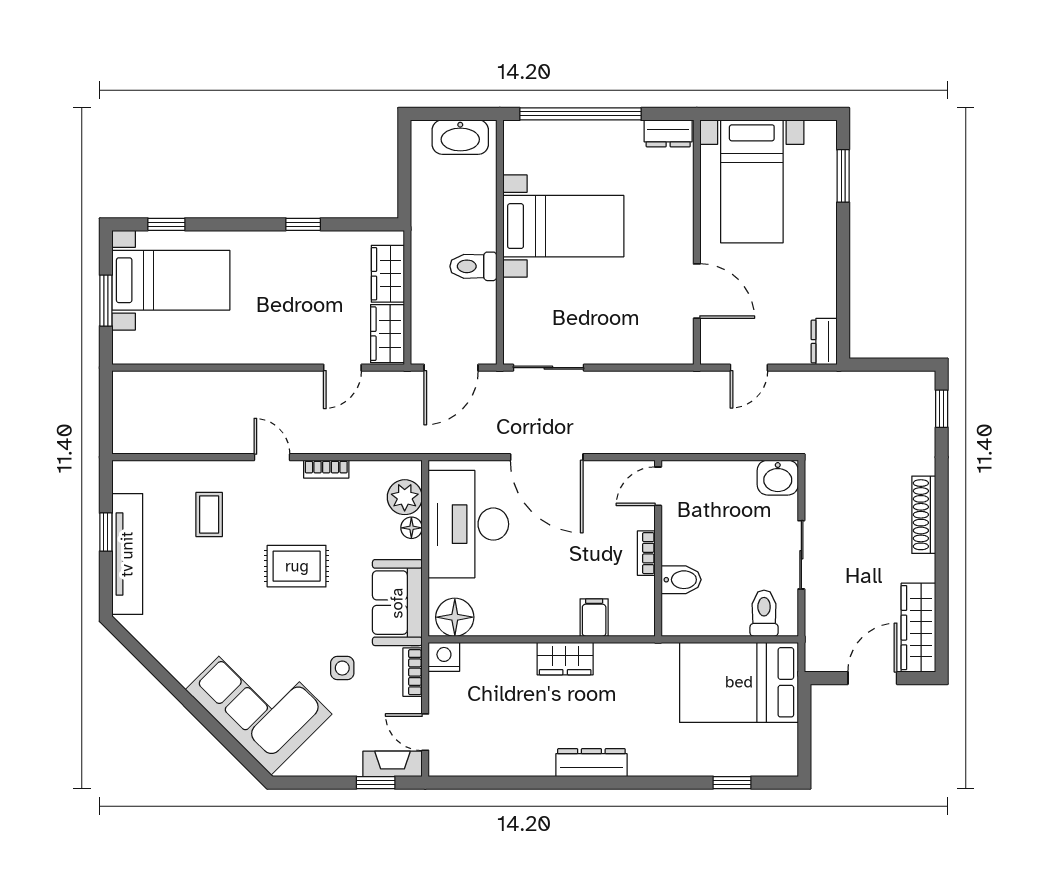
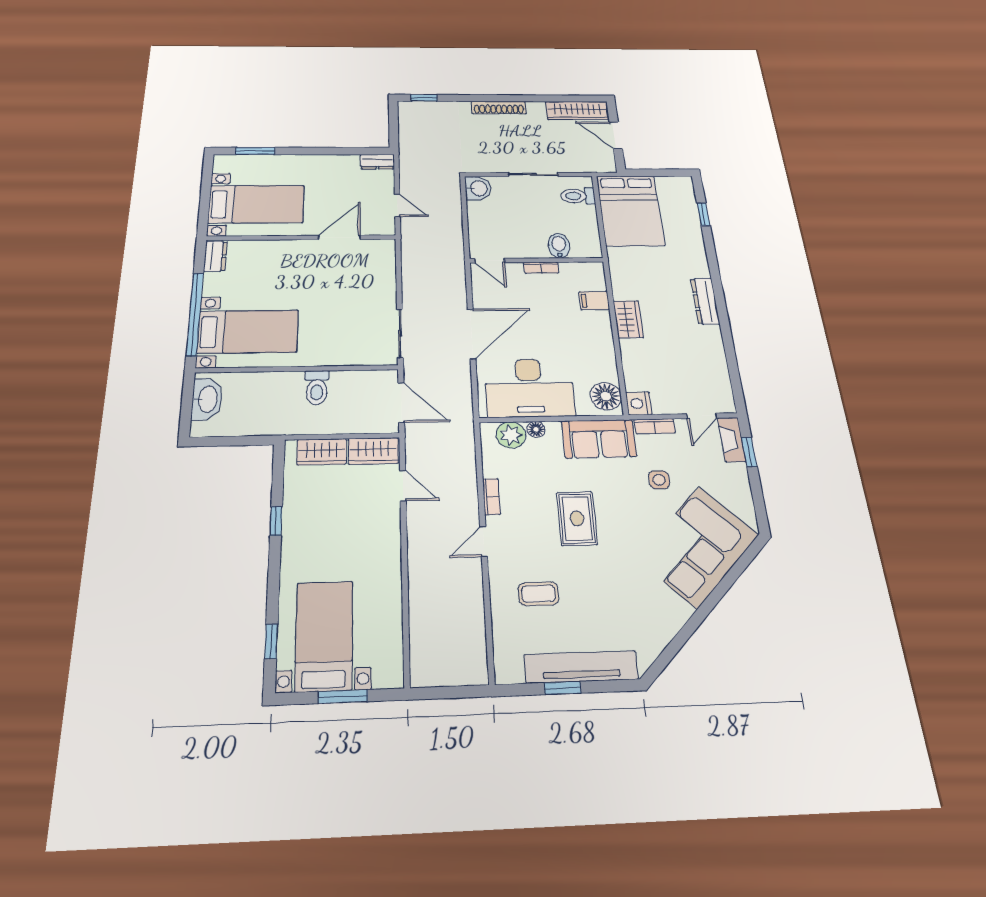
bed with nightstands: (563, 226) -> (248, 332), moved, turned 90

